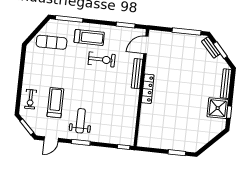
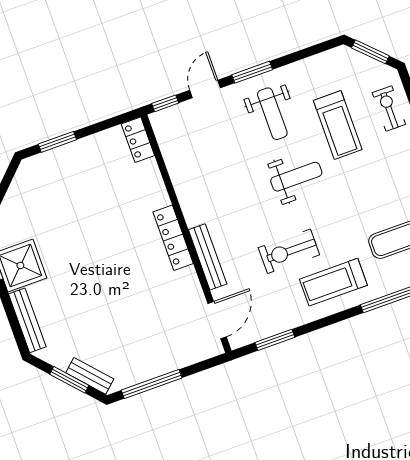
weight bench: (83, 89) -> (296, 177), added
locker: (143, 137) -> (138, 140), added
door: (51, 139) -> (205, 89), moved

